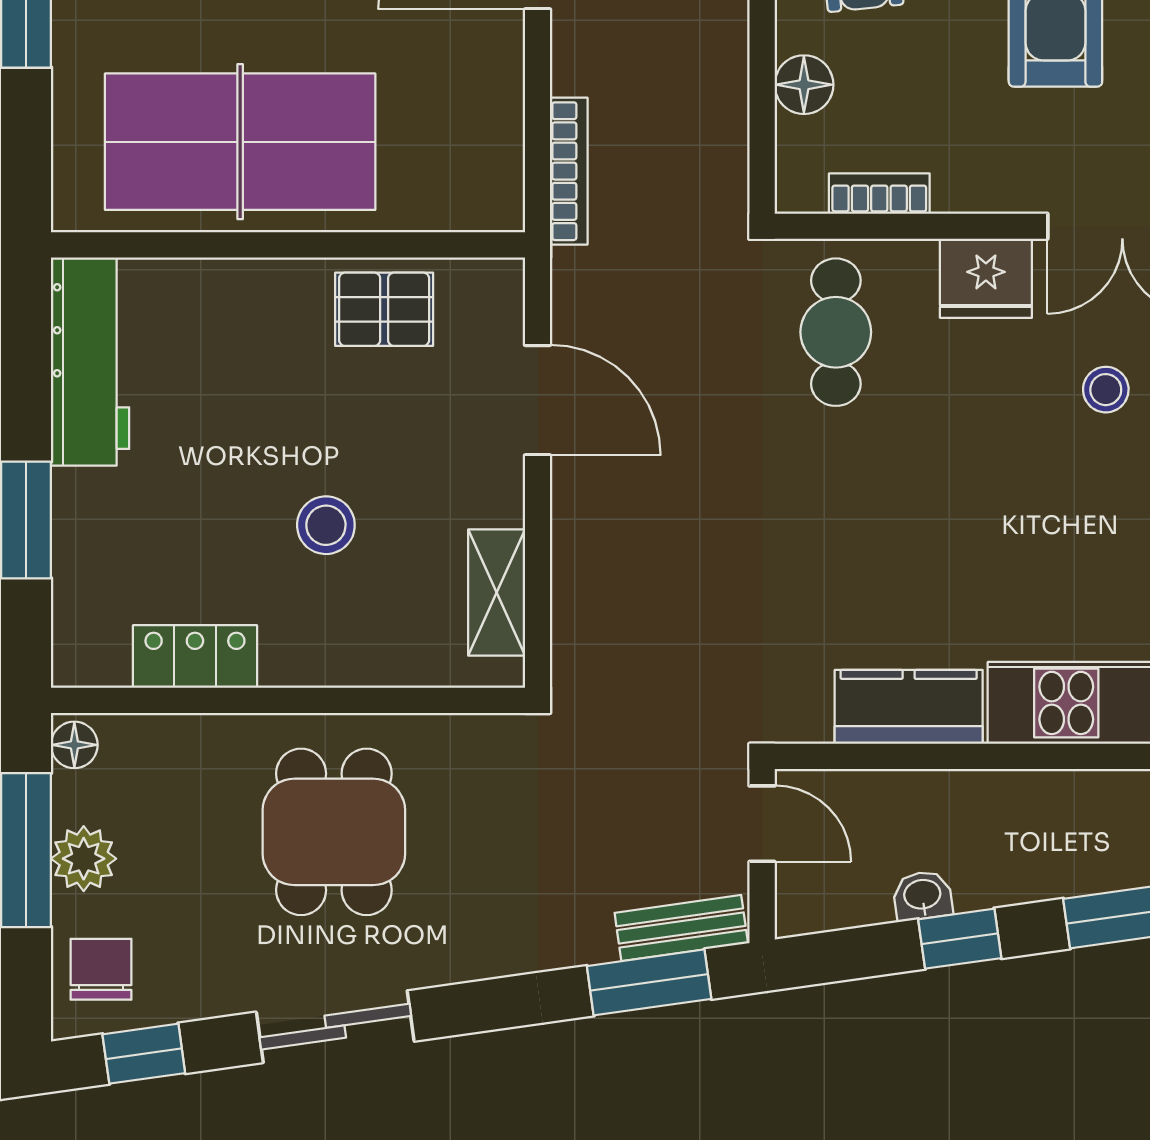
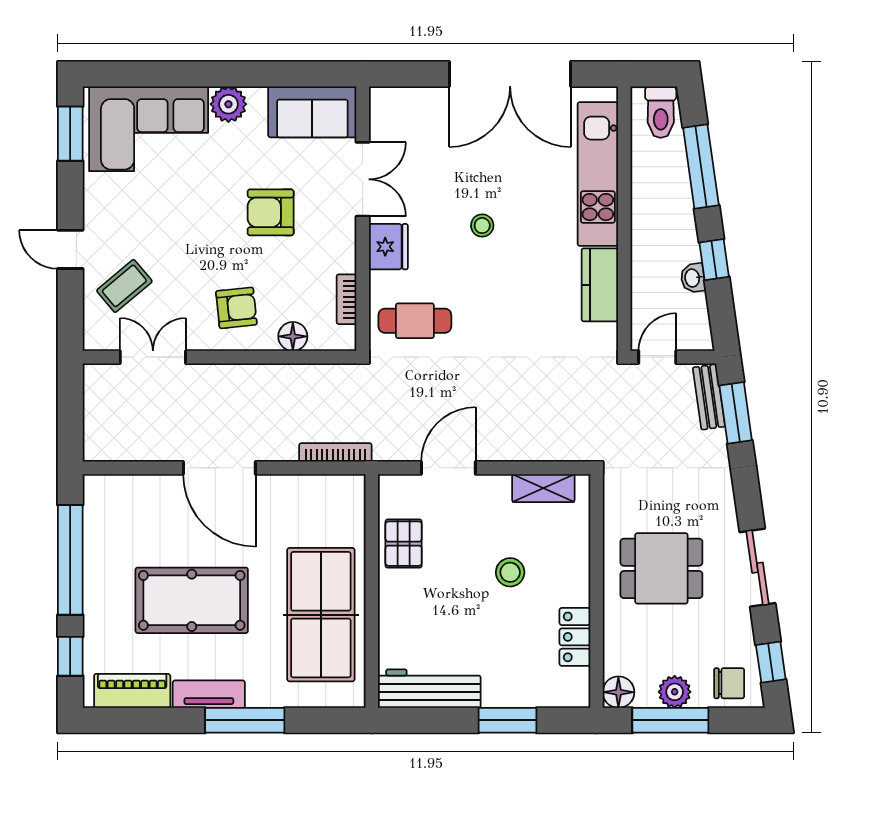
stool: (1106, 390) -> (482, 226), moved
floor lamp: (74, 745) -> (618, 692), width x1.37, depth x1.37
chair: (101, 969) -> (729, 683), turned 180

